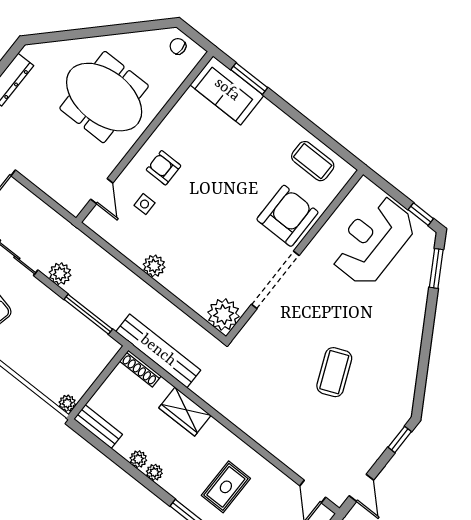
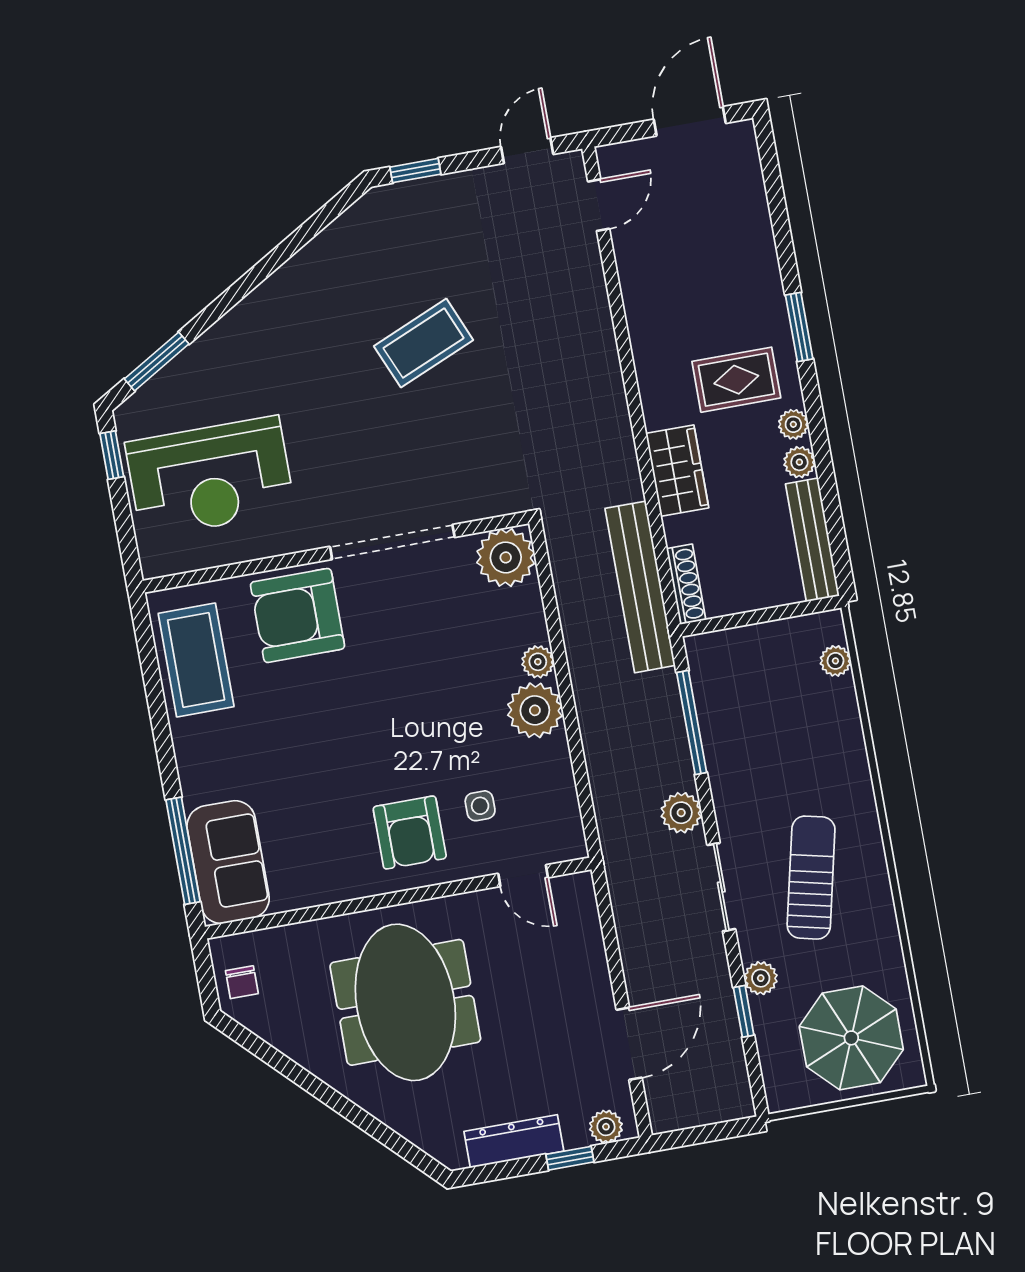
window: (249, 79) -> (183, 851), width x1.44
coffee table: (313, 161) -> (196, 660), width x1.36, depth x1.32
armchair: (164, 168) -> (410, 833), width x1.38, depth x1.38
door: (102, 191) -> (523, 876), swing flipped
plant: (154, 266) -> (535, 710), width x1.36, depth x1.36
plant: (173, 284) -> (538, 662), added
plant: (67, 403) -> (835, 661), moved
bench: (98, 427) -> (812, 540), width x1.36
rug: (226, 487) -> (736, 380), moved

